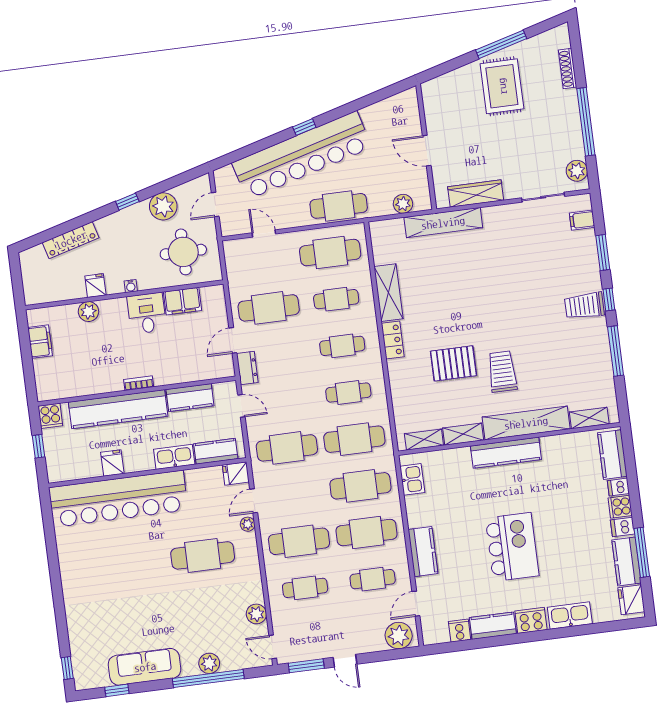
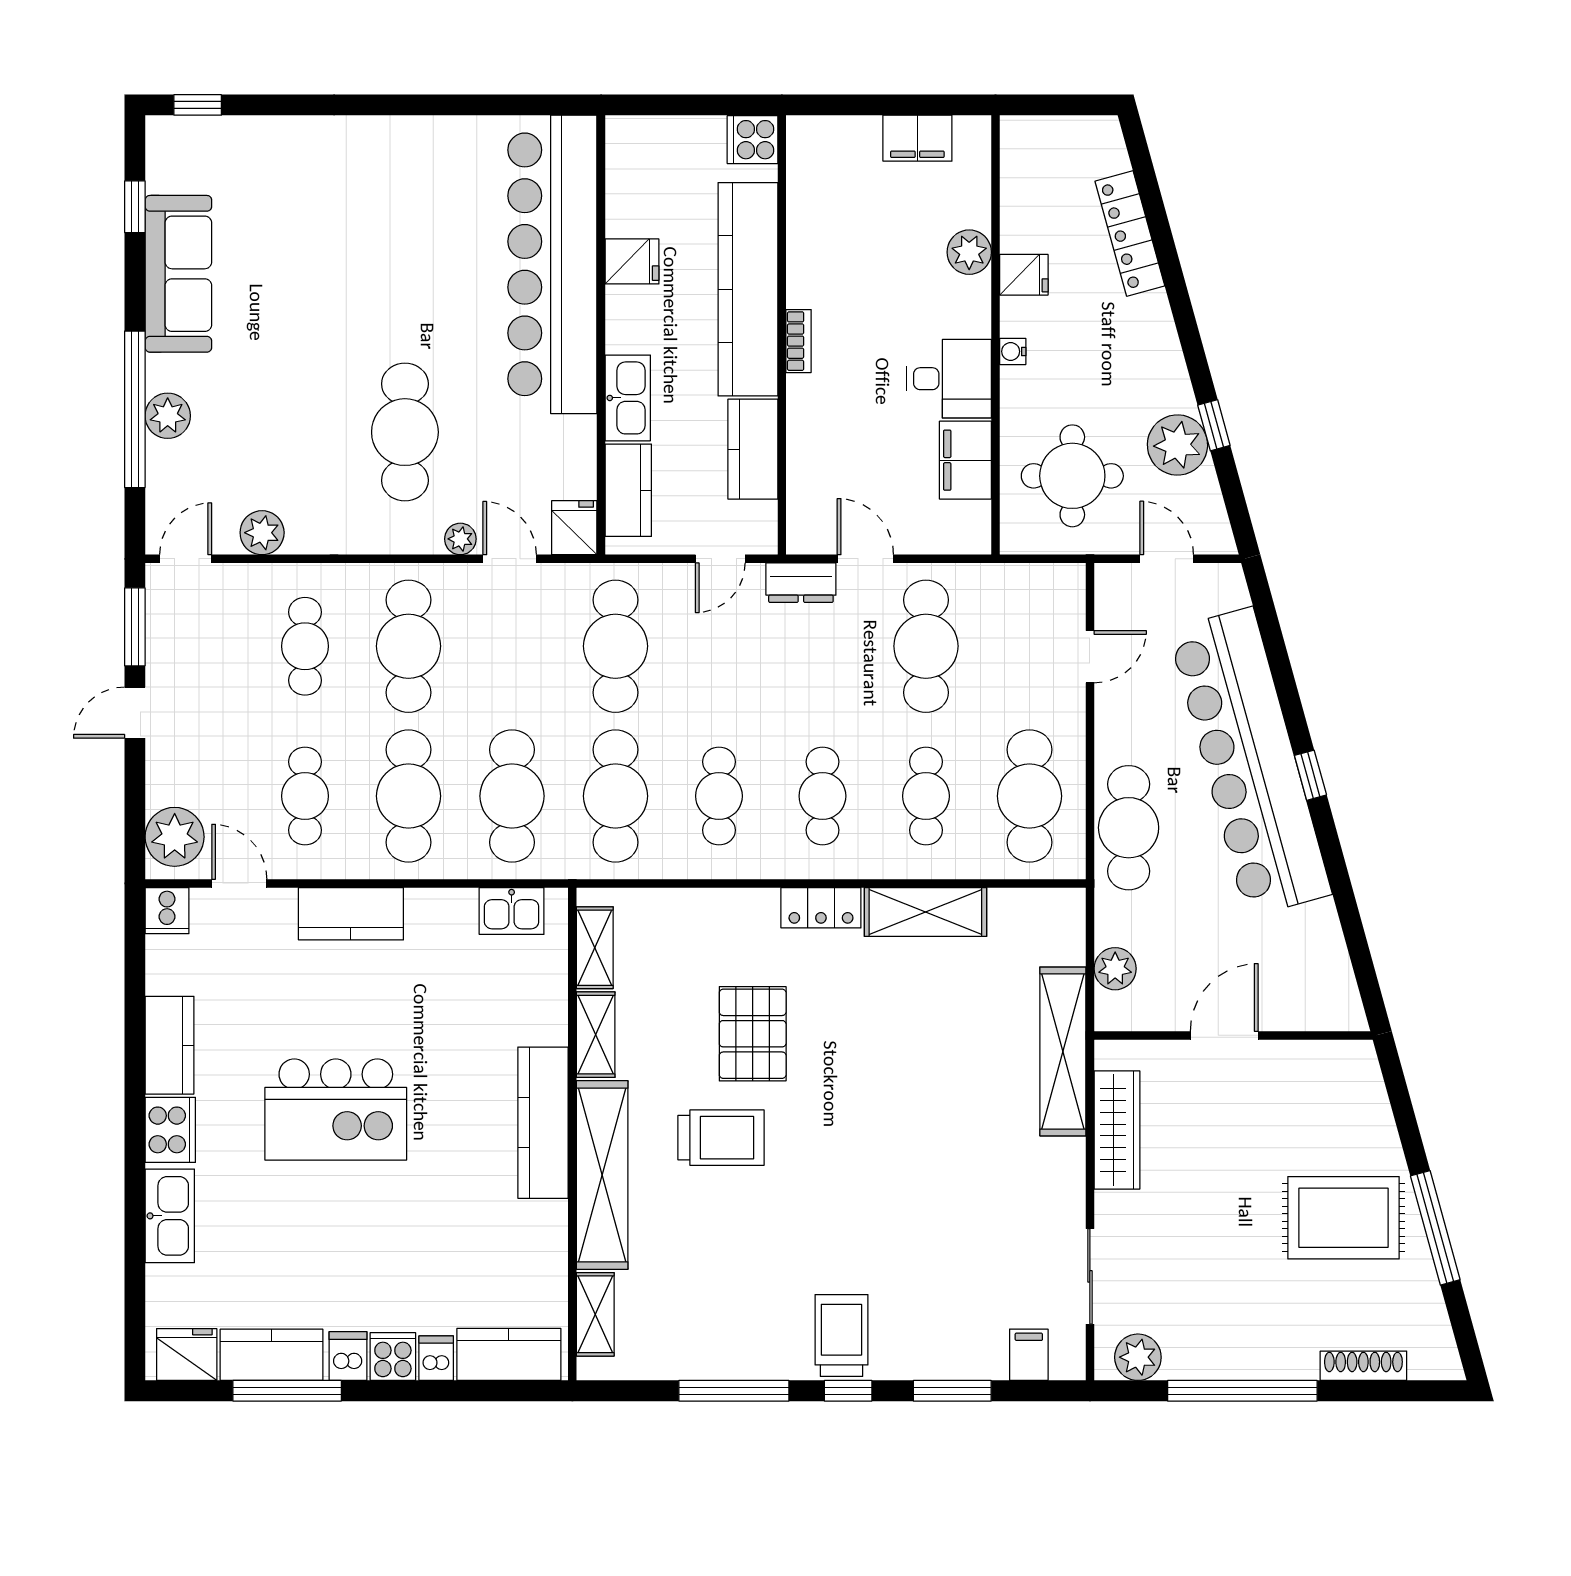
window: (127, 202) -> (1214, 425), moved
window: (38, 446) -> (690, 105), removed
cooker: (460, 631) -> (167, 911), moved, turned 90

